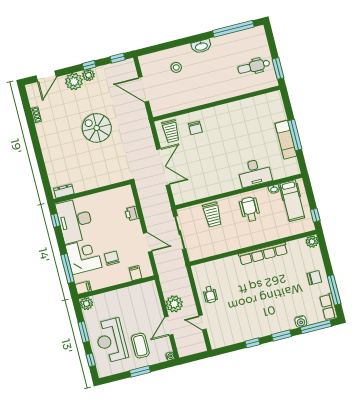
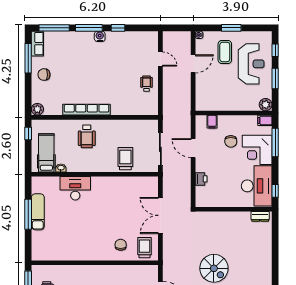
wheelchair: (250, 209) -> (87, 136), moved
plant: (174, 304) -> (183, 83), removed
water cooler: (301, 322) -> (100, 36), moved
window: (281, 335) -> (89, 28), width x1.44

